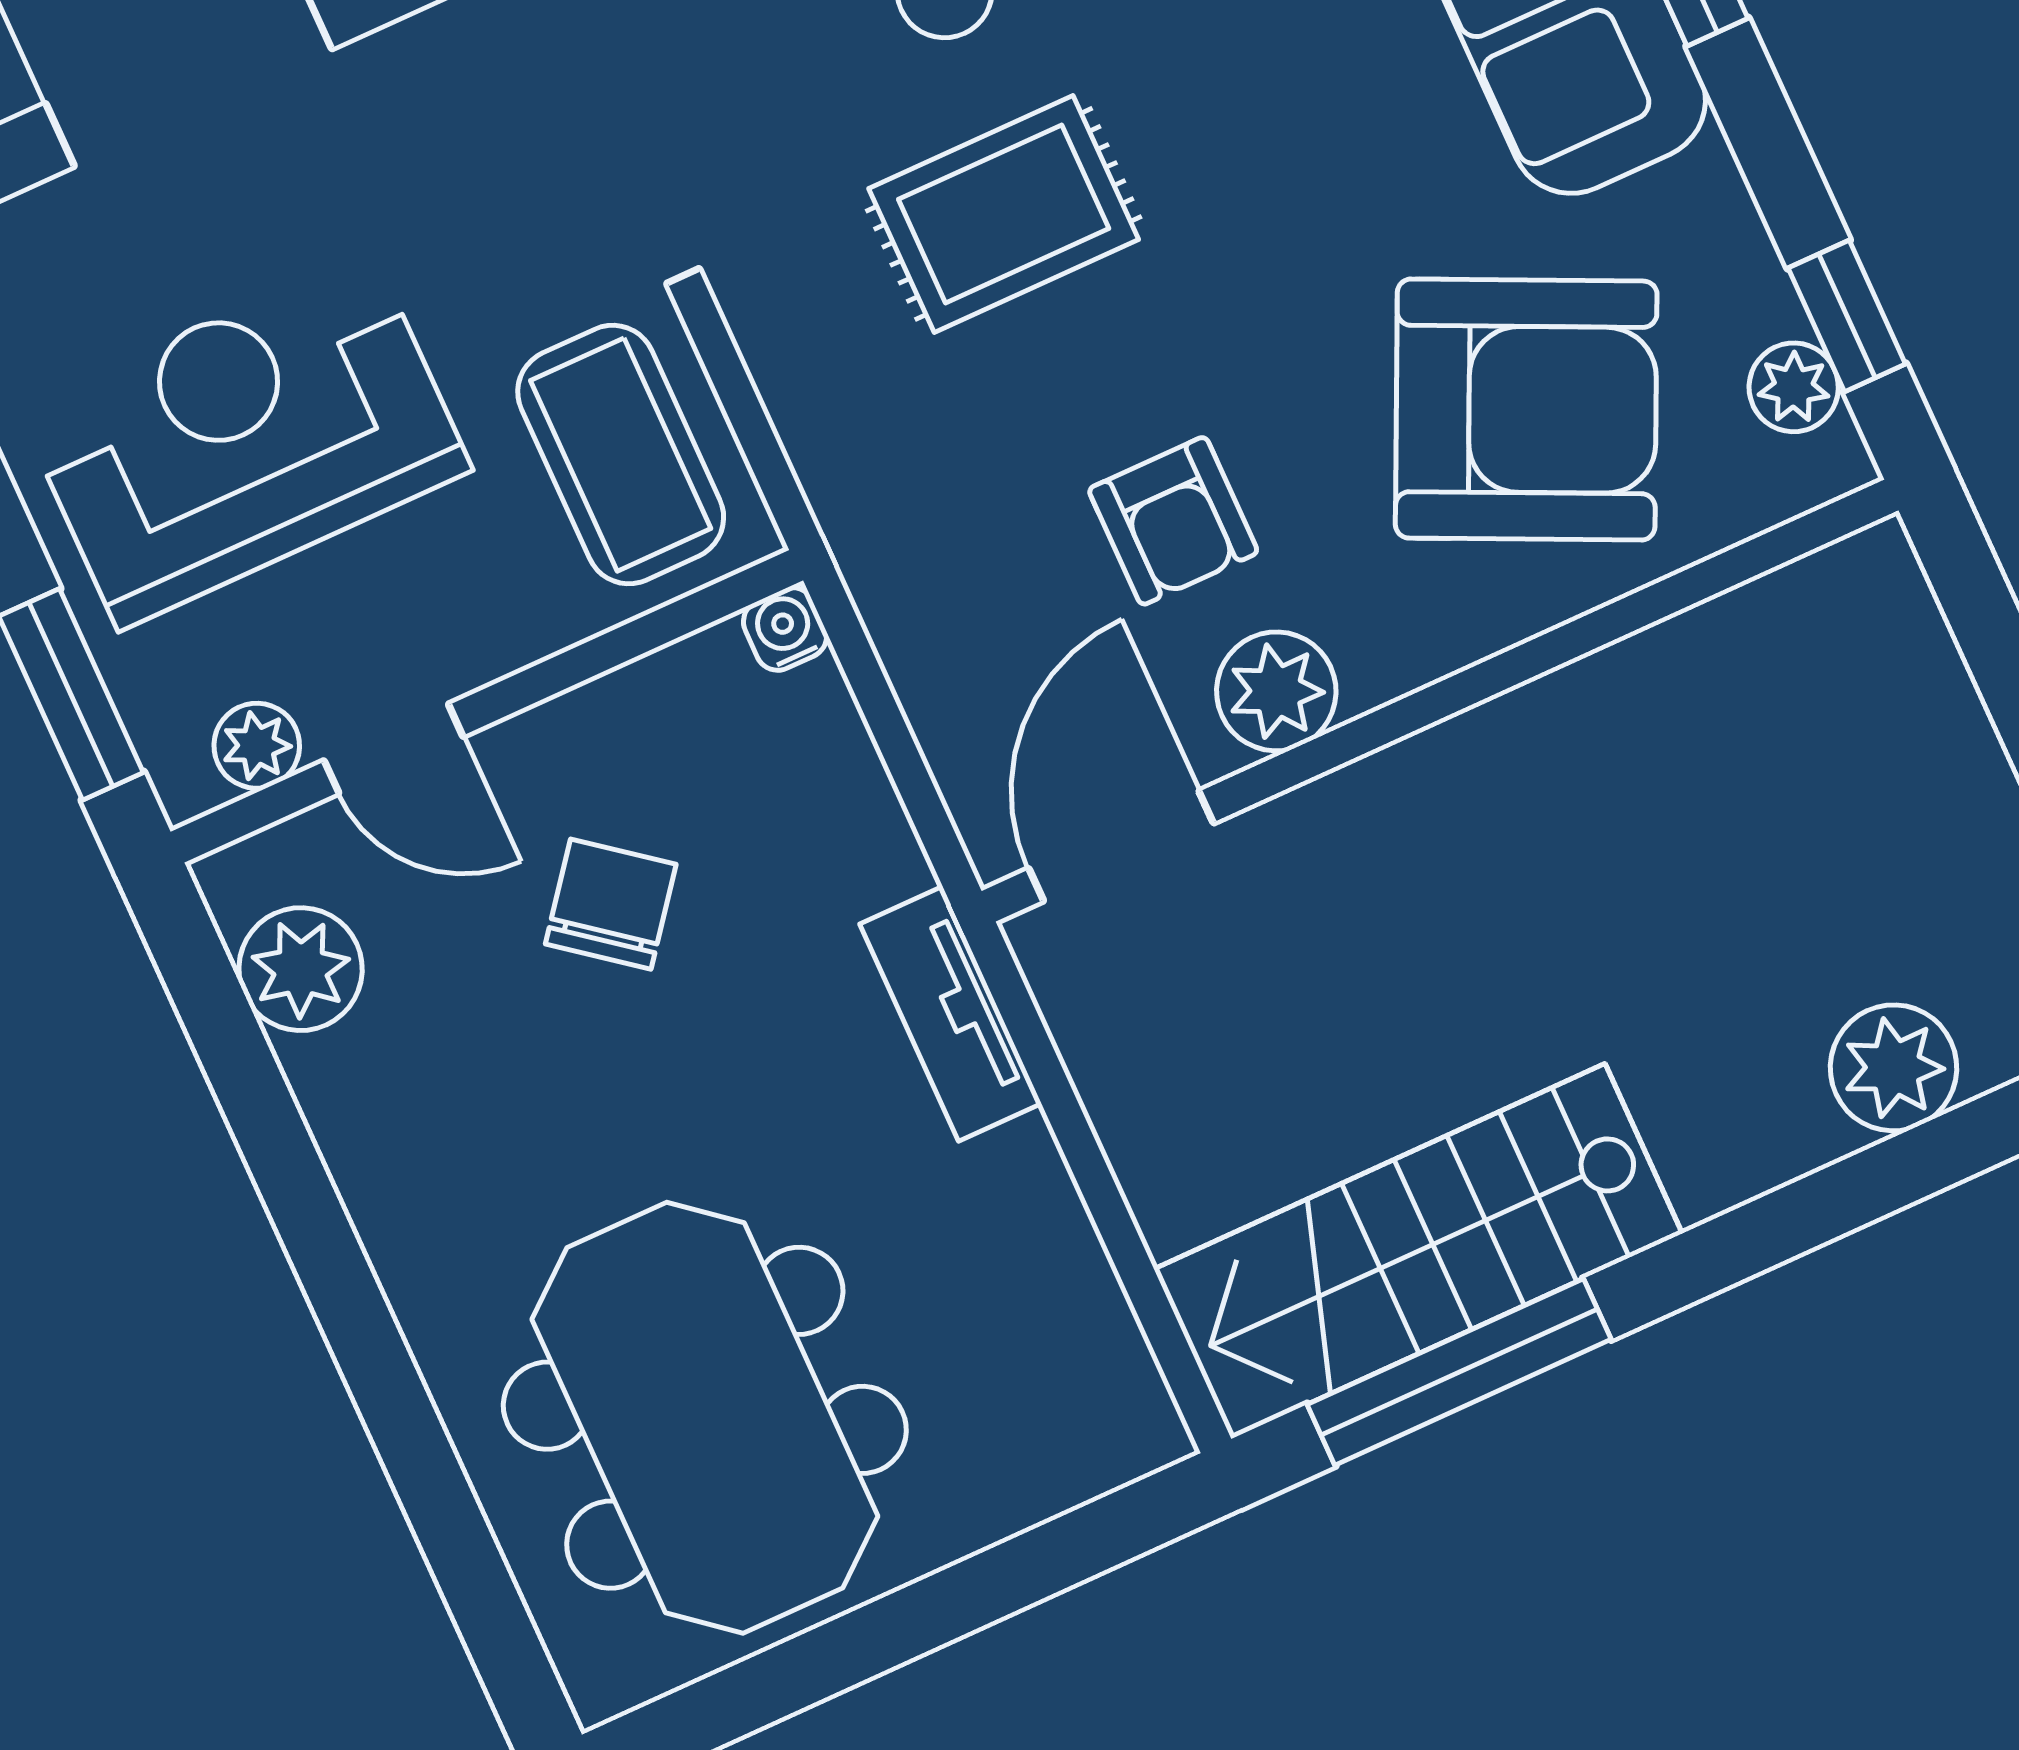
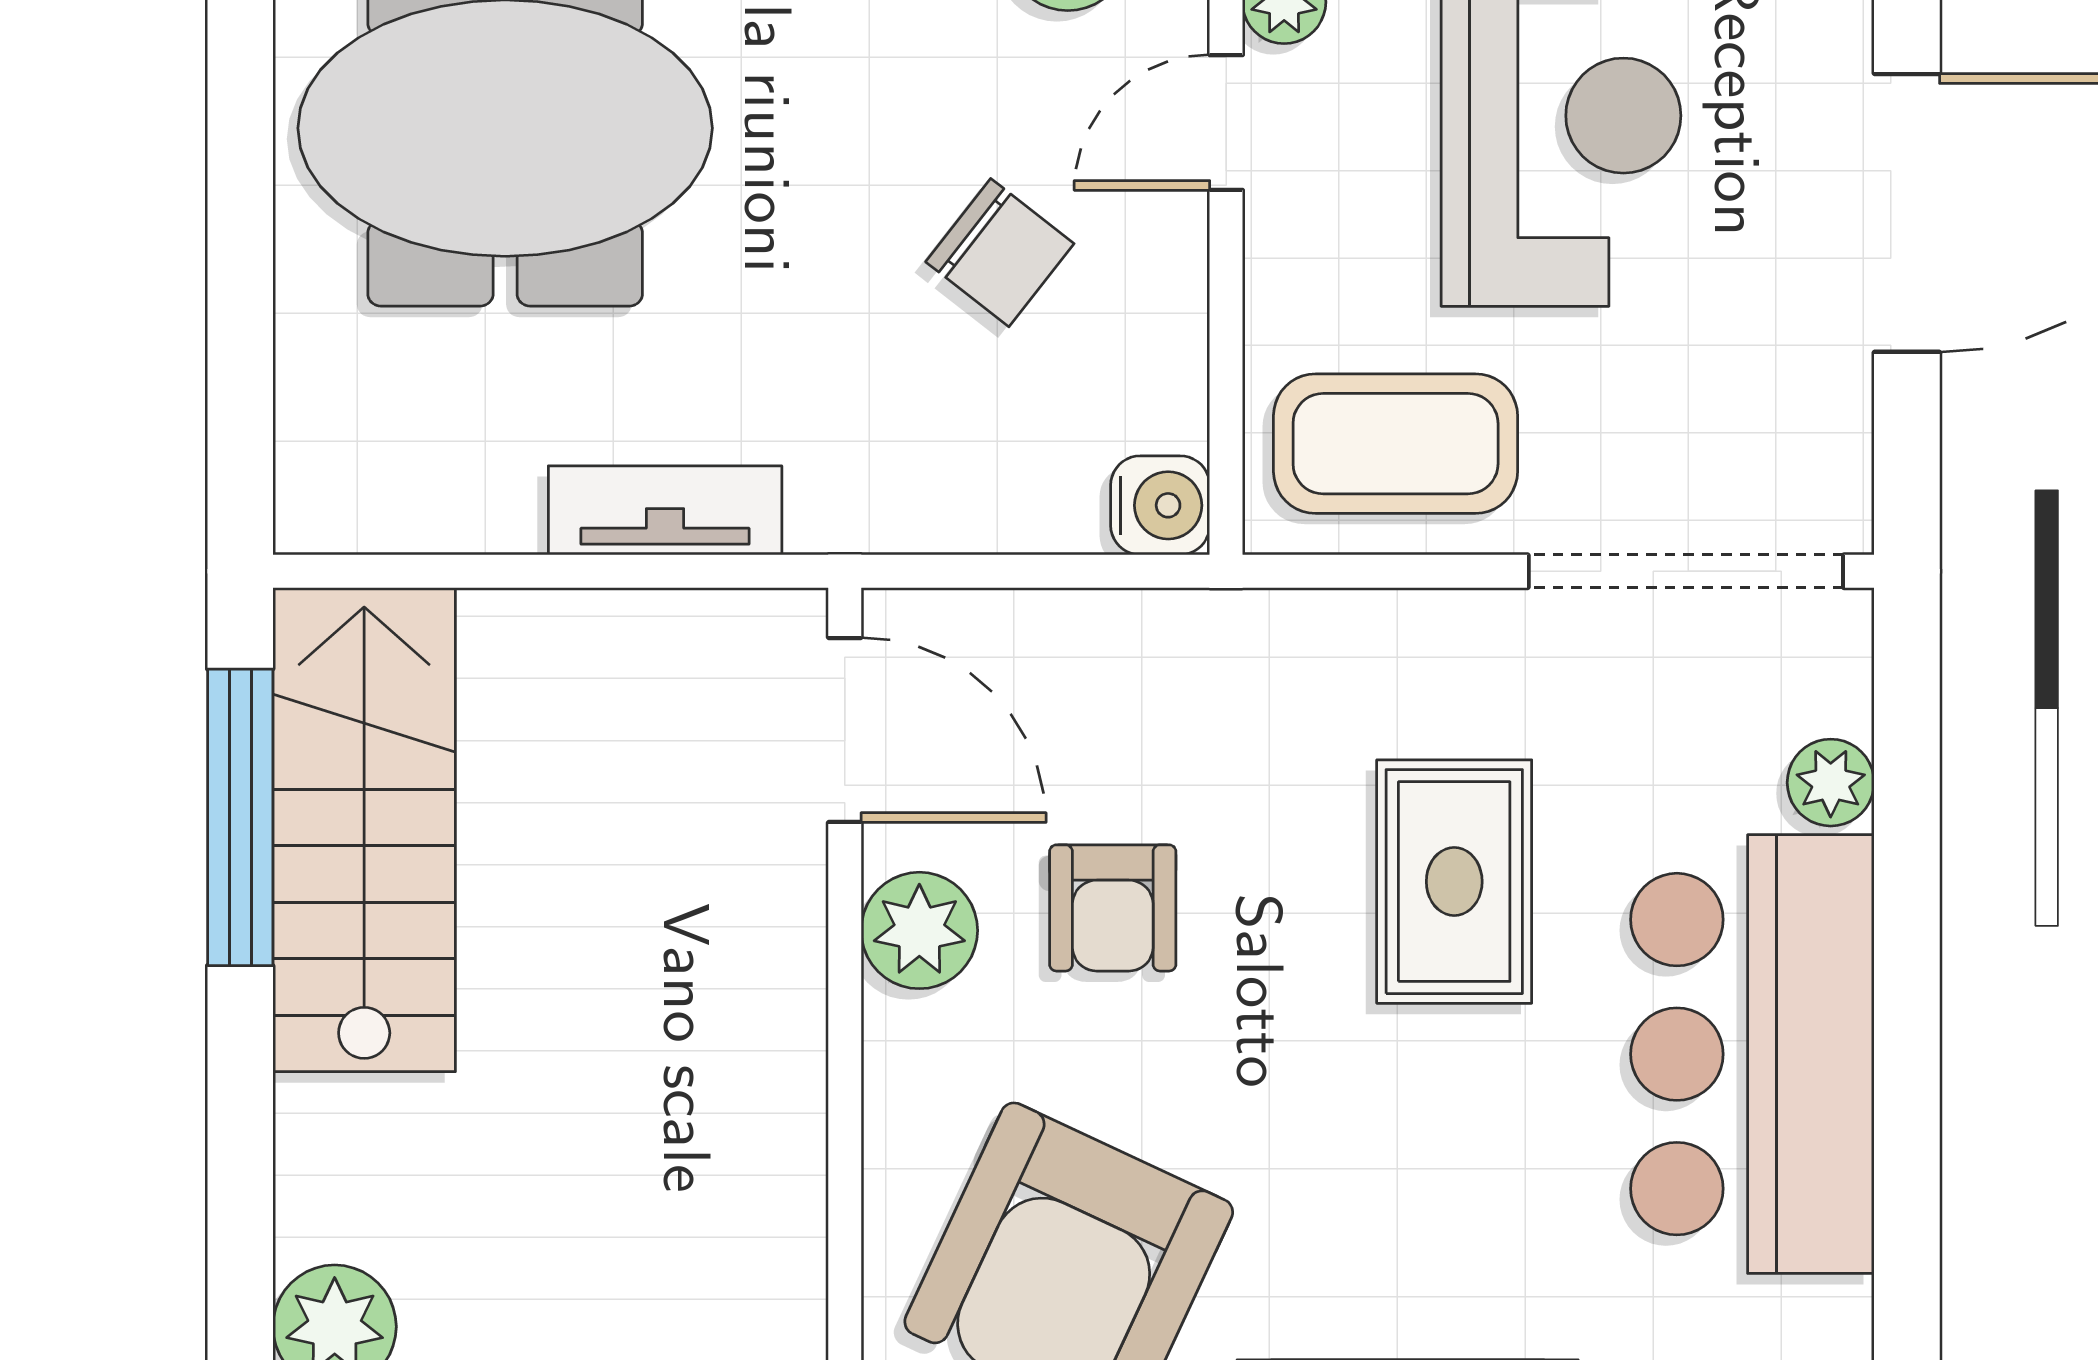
armchair: (1173, 521) -> (1113, 908), turned -90
water cooler: (785, 629) -> (1160, 505), width x1.38, depth x1.38
tv unit: (951, 1014) -> (665, 510), moved

